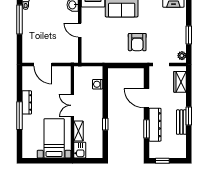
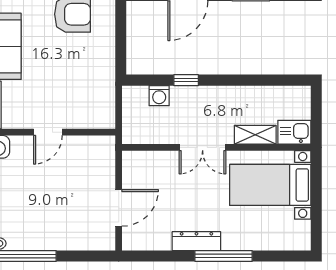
window: (105, 124) -> (186, 80), moved

